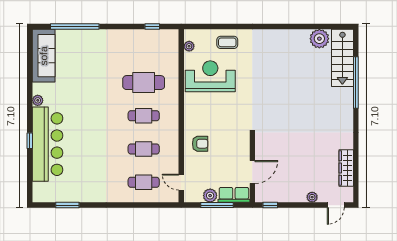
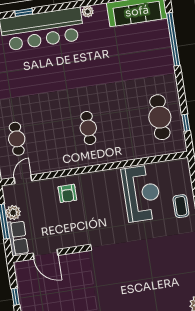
plant: (189, 46) -> (171, 166), removed
cafe table: (144, 83) -> (160, 117), moved
window: (30, 141) -> (24, 12), moved
cafe table: (144, 149) -> (52, 133), removed
window: (270, 205) -> (15, 297), moved

